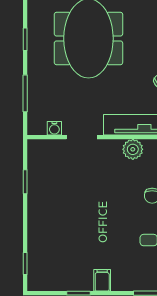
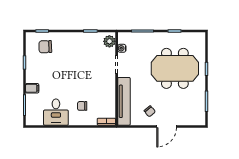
plant: (133, 149) -> (109, 41), moved
chair: (52, 258) -> (45, 47), added
filing cabinet: (102, 280) -> (32, 88), moved

